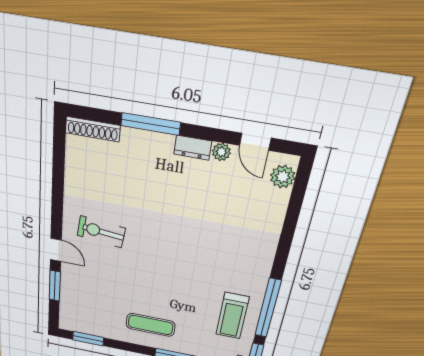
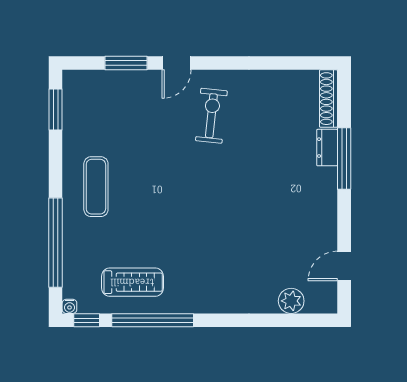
dresser: (193, 148) -> (327, 148), moved
plant: (221, 152) -> (328, 234), removed
plant: (283, 177) -> (291, 301), moved
treadmill: (232, 316) -> (132, 282), turned 180

